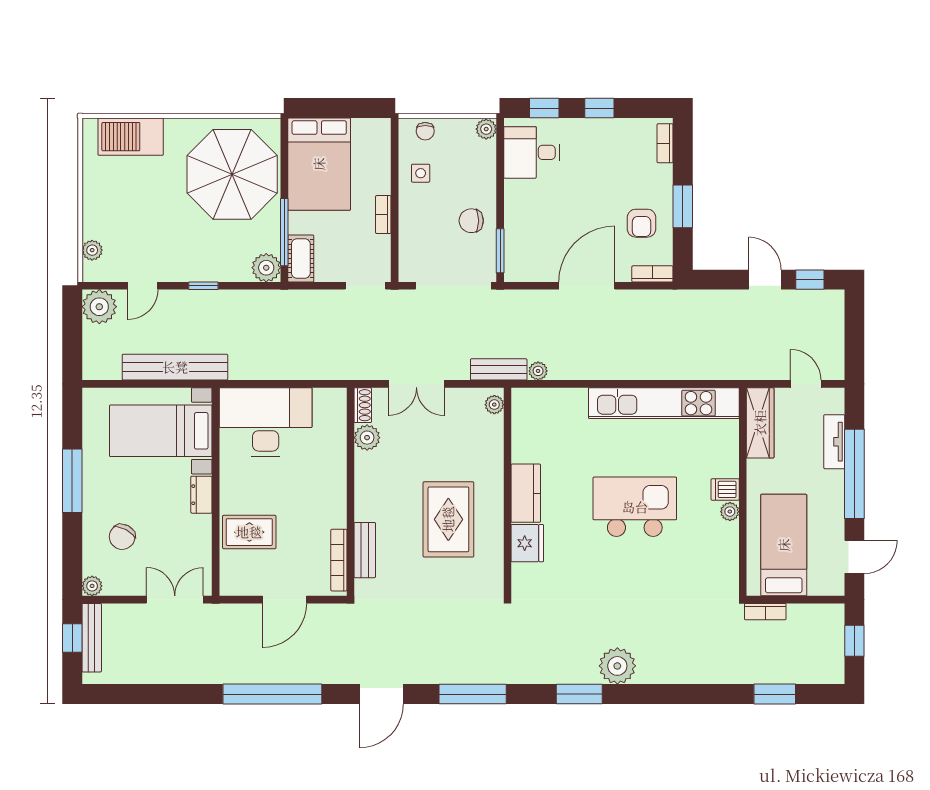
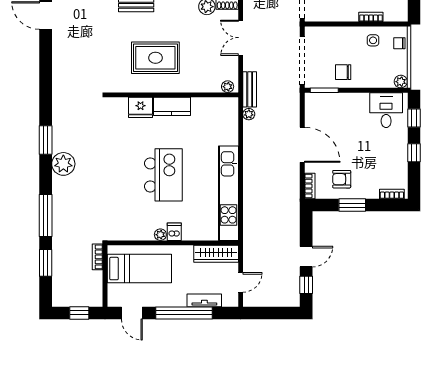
bookcase: (383, 215) -> (371, 17), moved
chair: (471, 221) -> (343, 72), turned -90
window: (473, 694) -> (46, 216), moved

